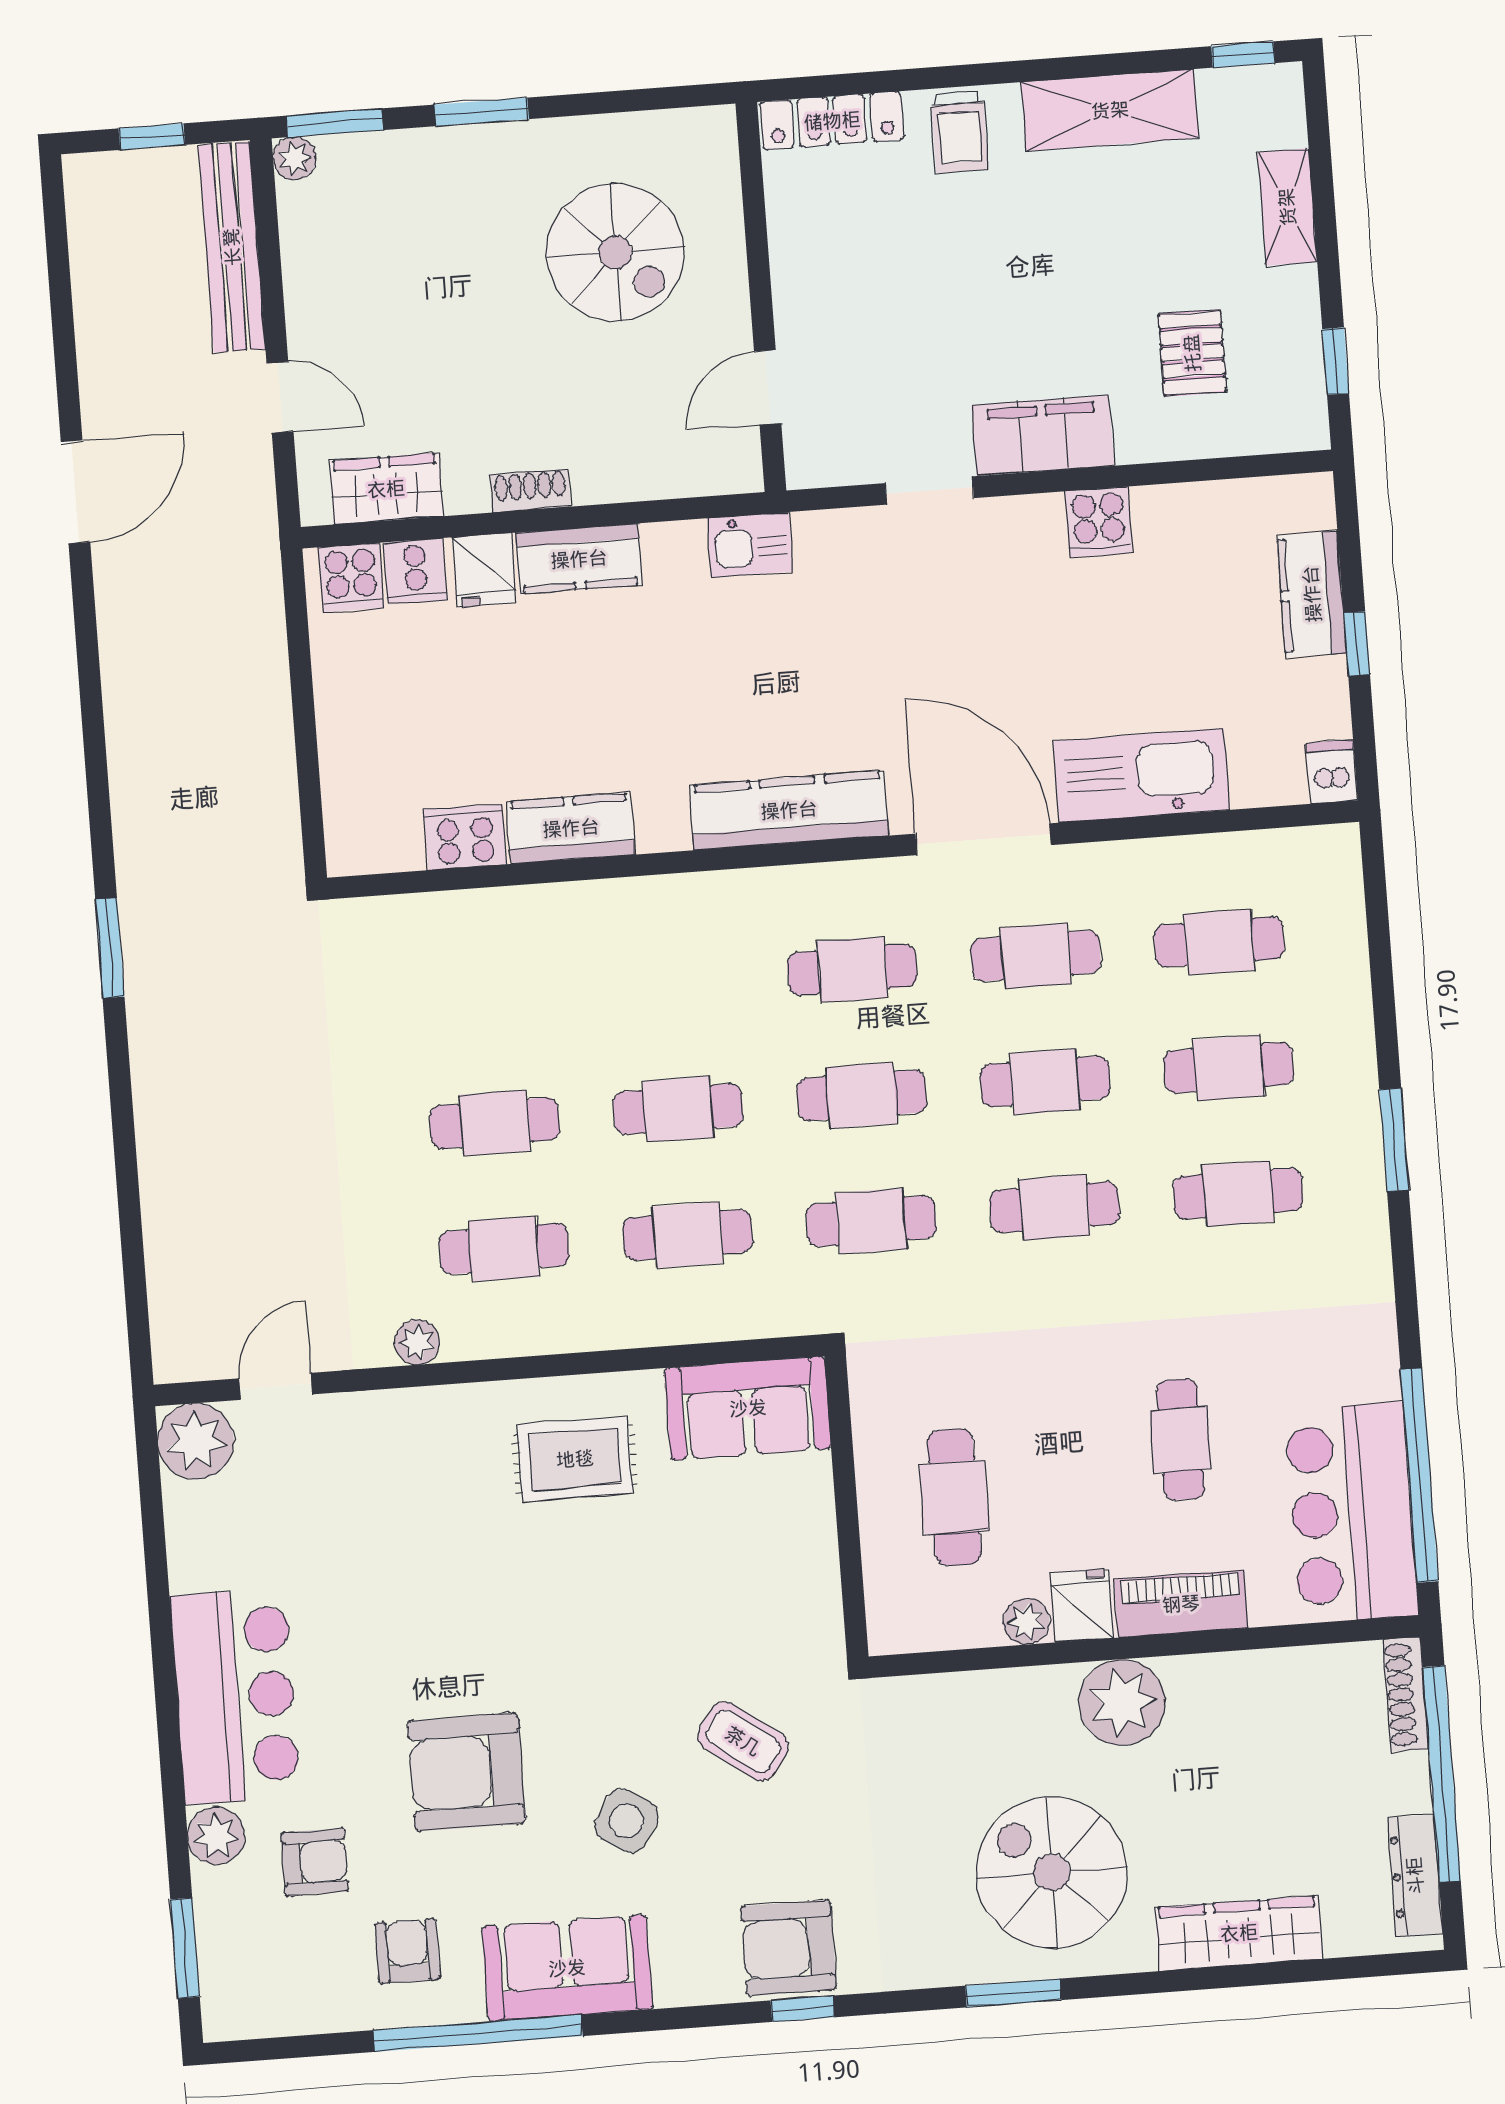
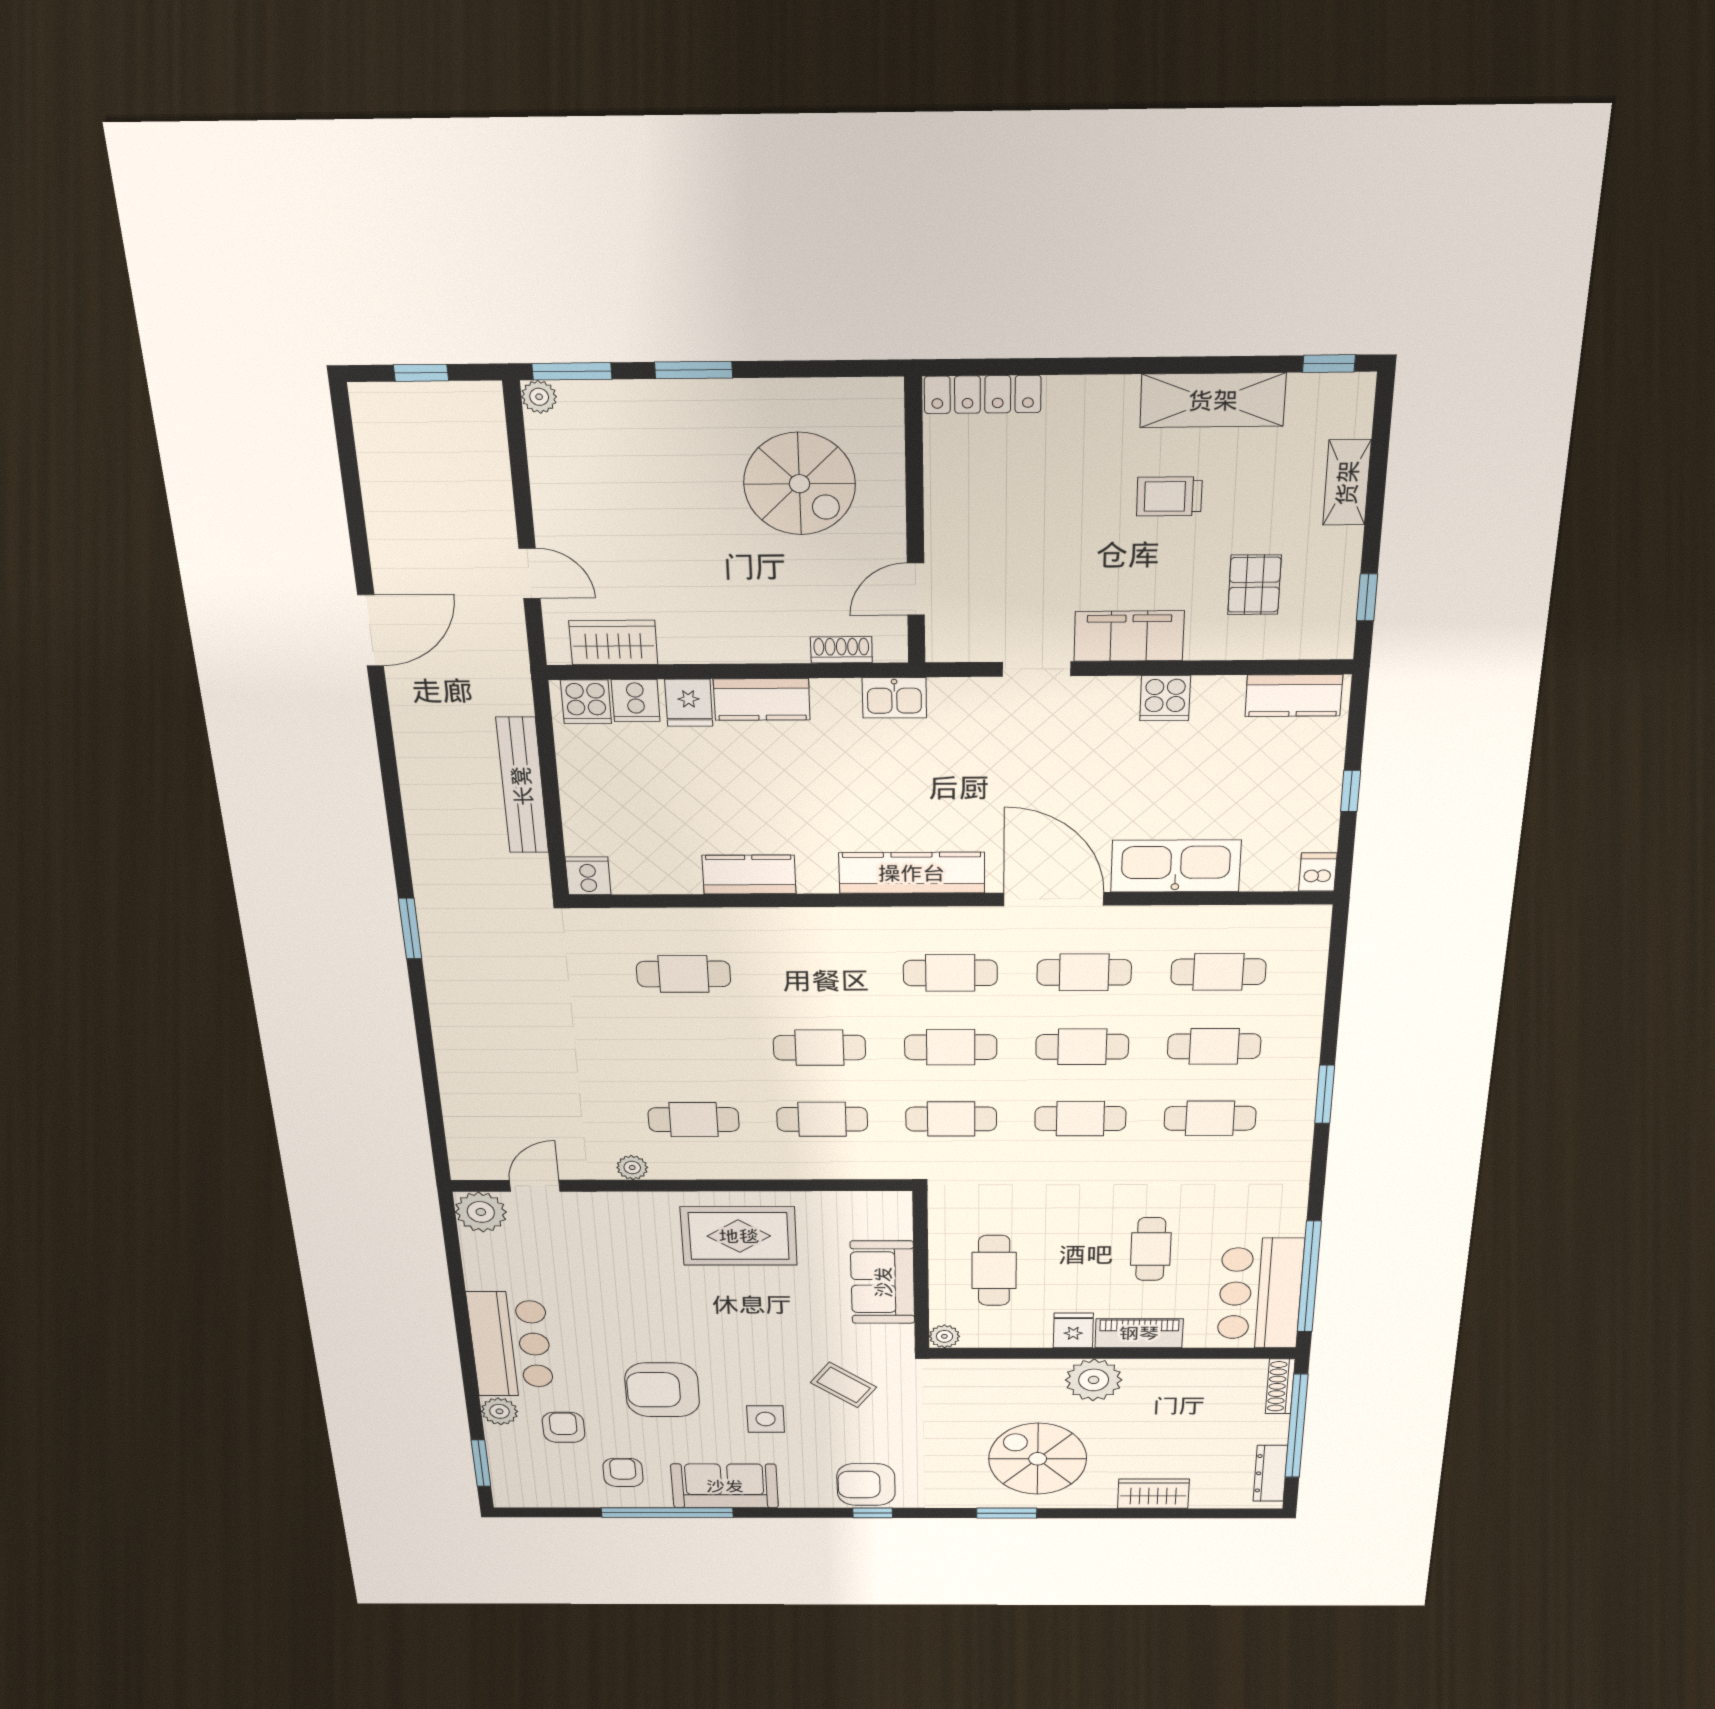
trolley: (960, 132) -> (1169, 496), moved, turned 90
bench: (232, 247) -> (522, 786), moved
shoe rack: (530, 491) -> (841, 650), moved
kitchen counter: (1312, 594) -> (1294, 696), moved, turned -90
cooker: (465, 837) -> (588, 876), moved, width x0.73
cafe table: (495, 1123) -> (683, 974), moved
sofa: (748, 1408) -> (883, 1282), moved, turned 90
rug: (575, 1459) -> (739, 1236), width x1.36, depth x1.43
plant: (1026, 1621) -> (944, 1336), moved
side table: (627, 1821) -> (766, 1419), turned -33
armchair: (315, 1862) -> (564, 1427), turned -90
wardrobe: (1239, 1933) -> (1153, 1494), width x0.67

